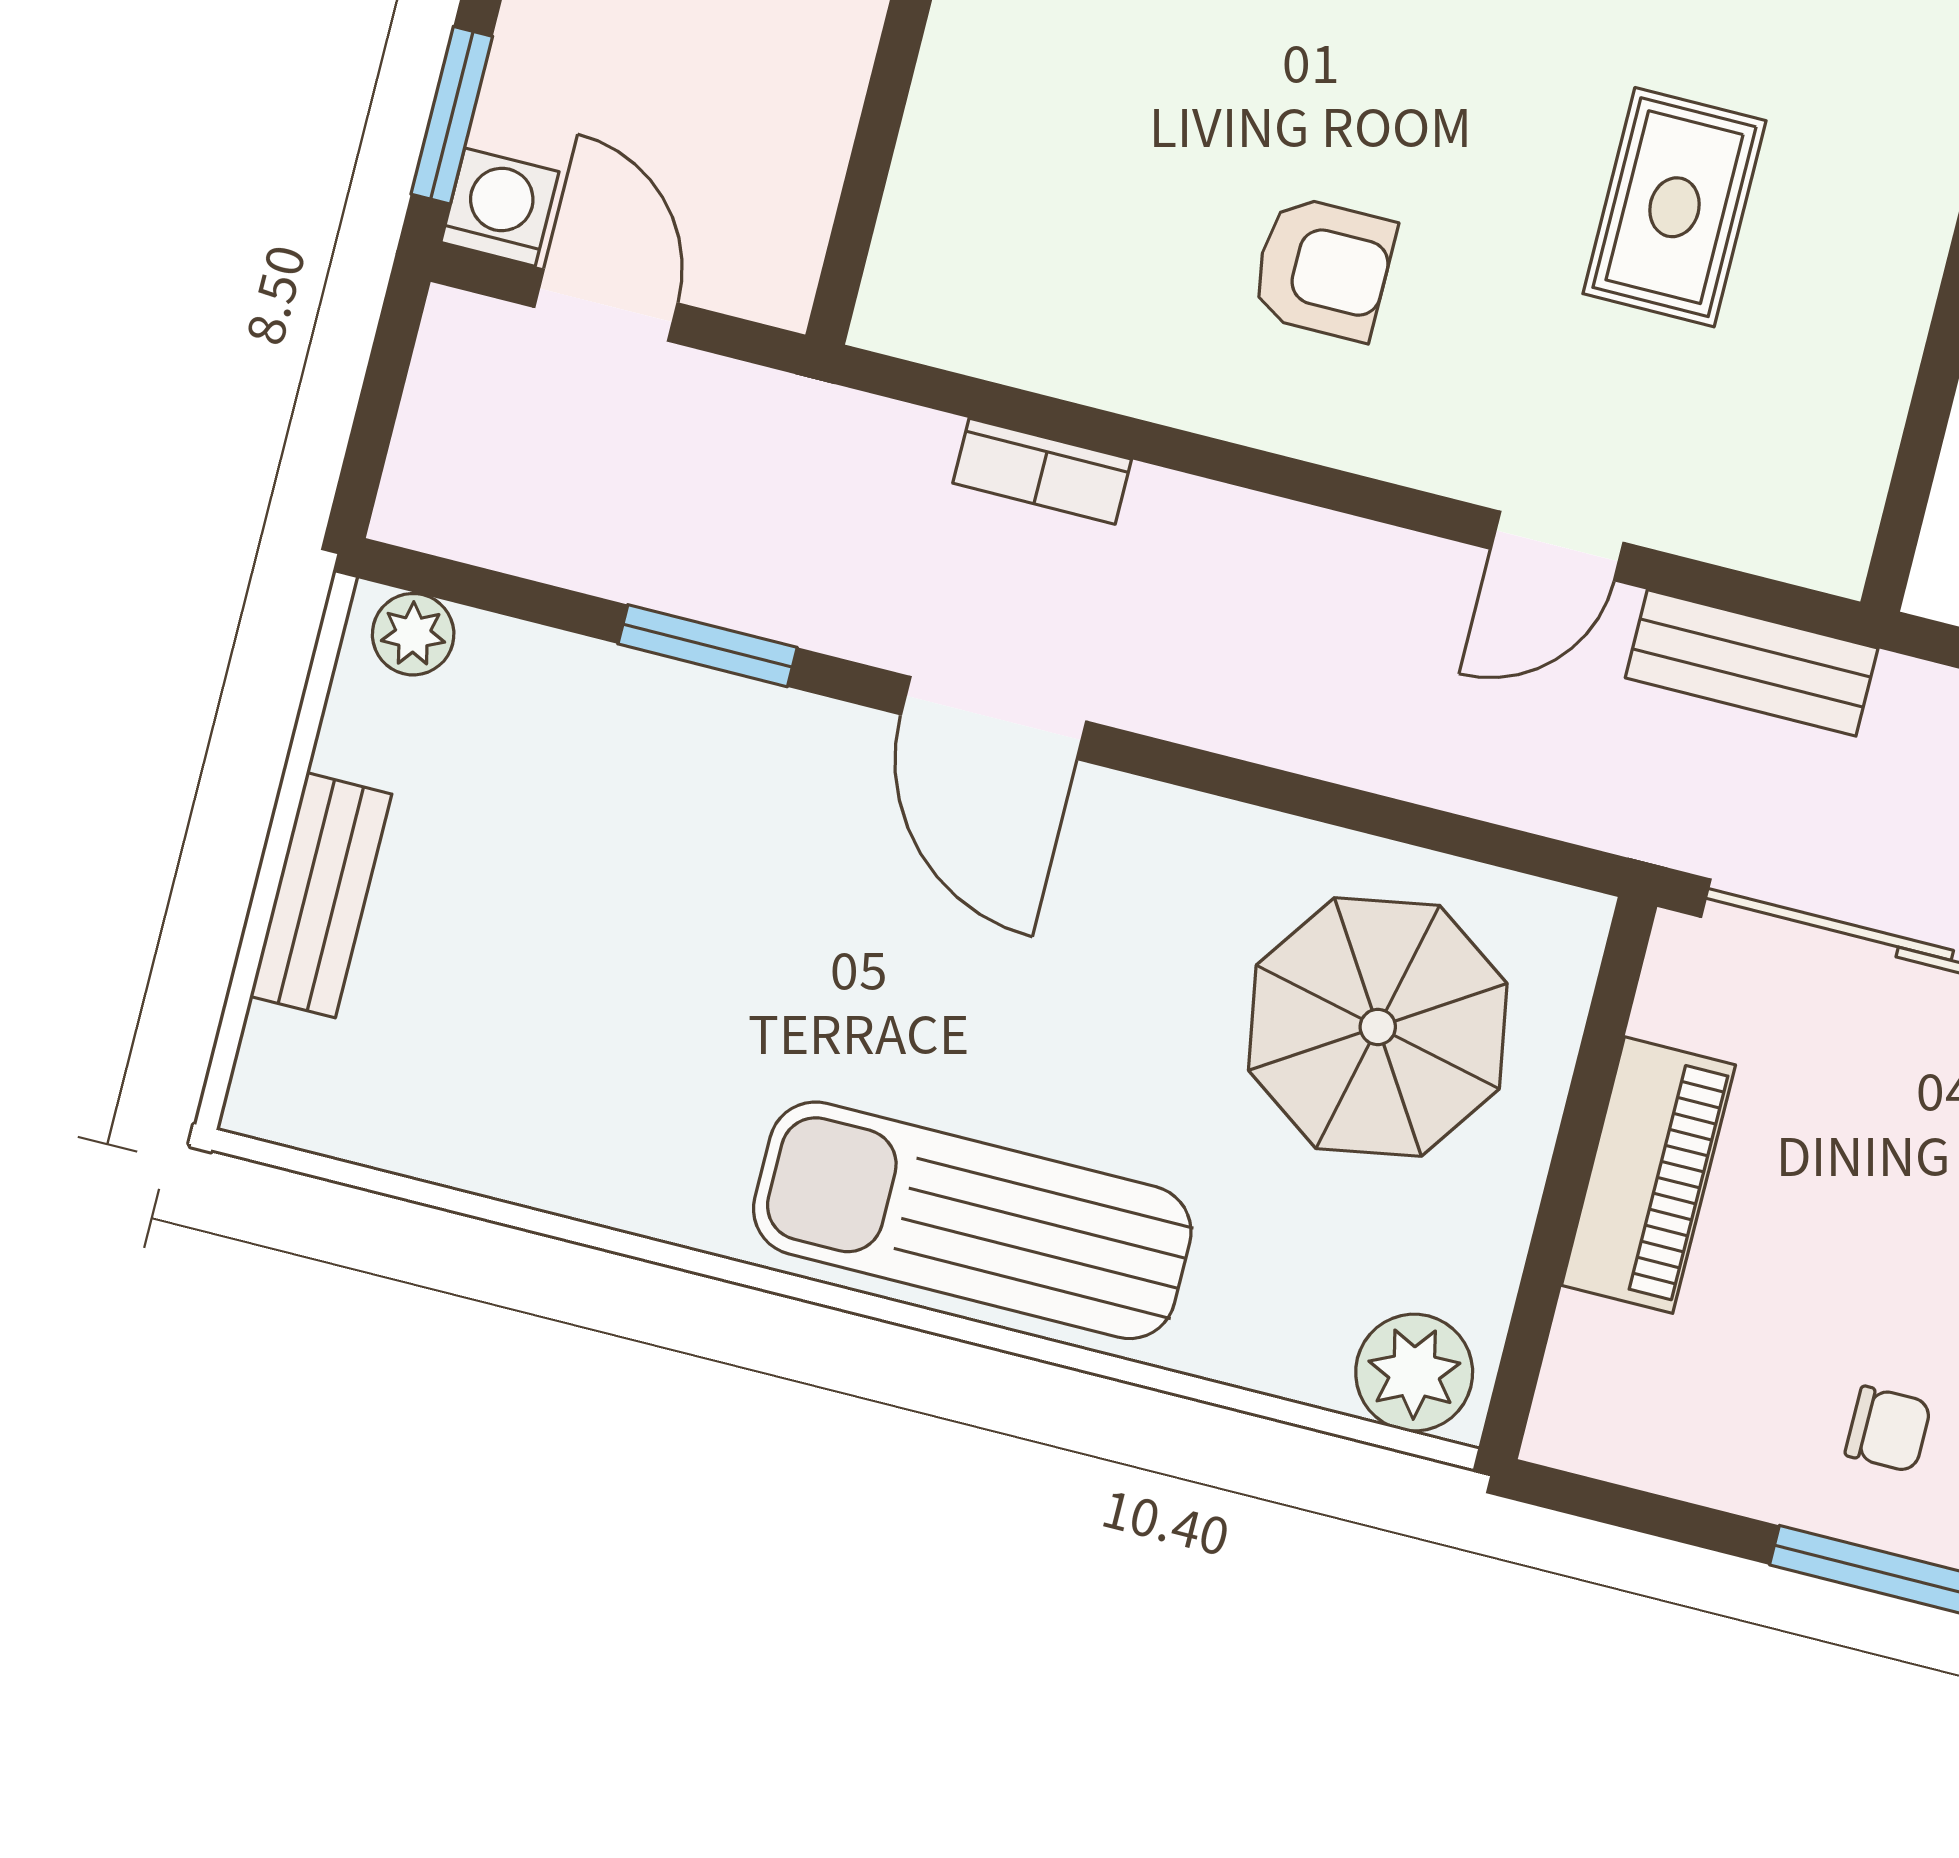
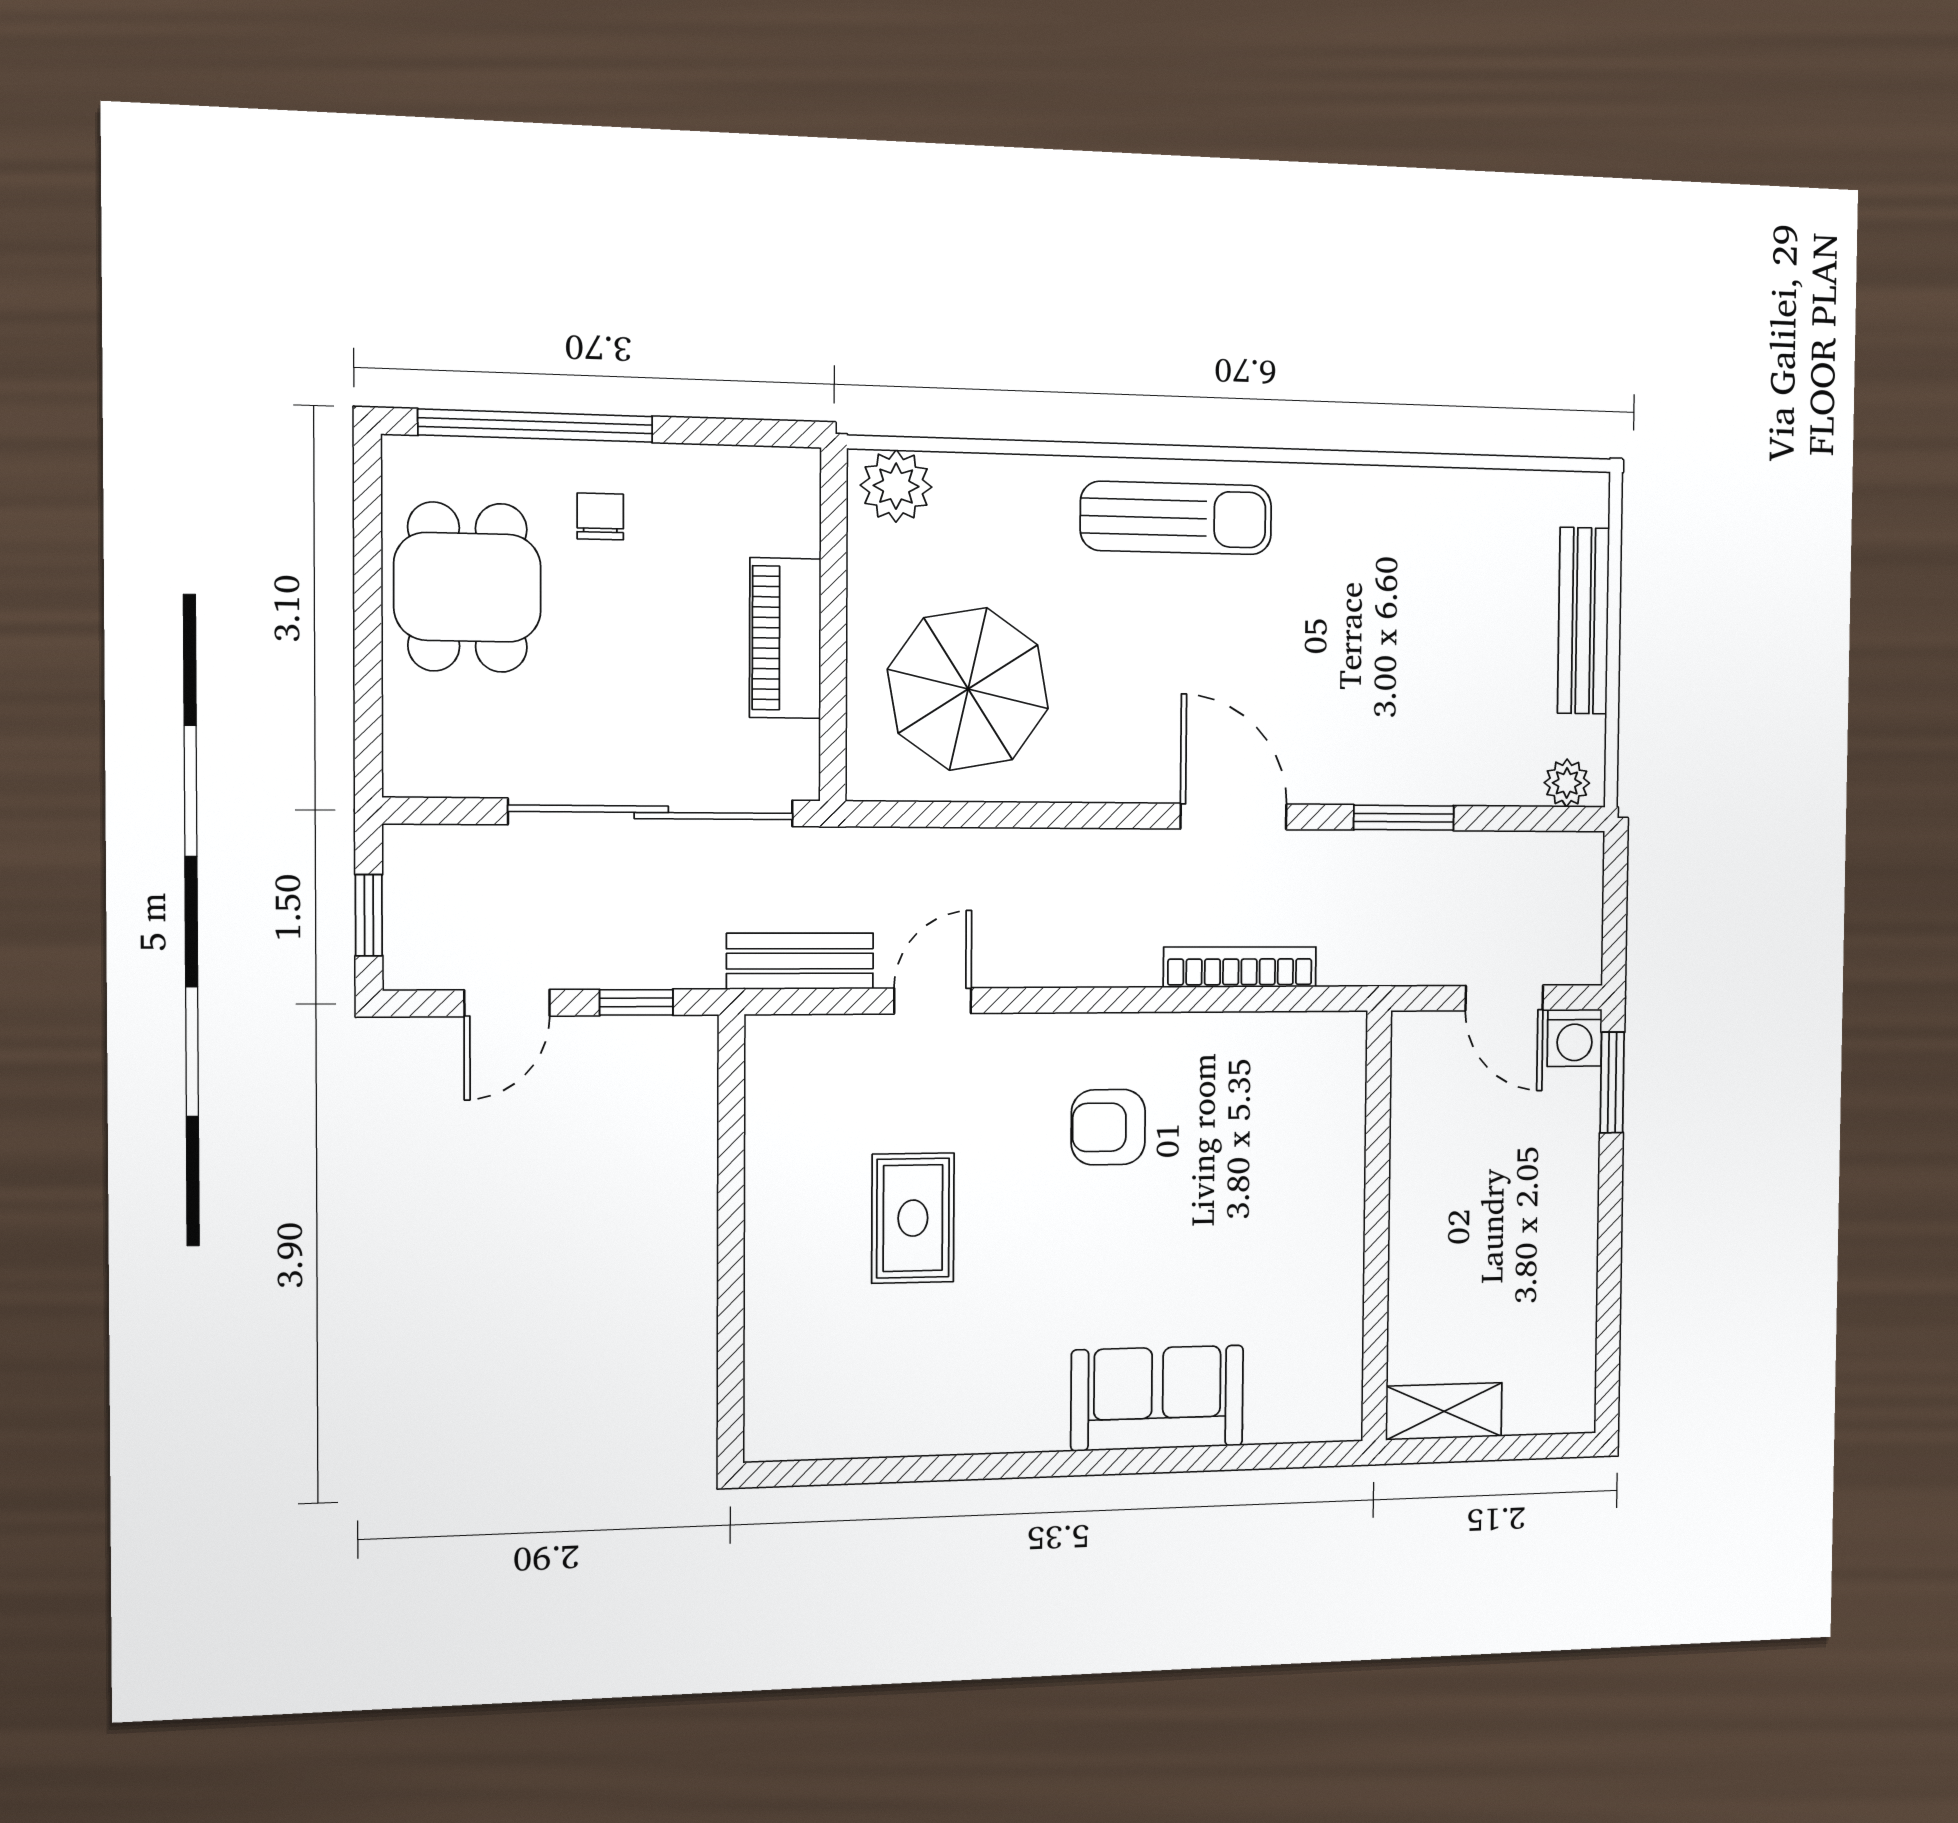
bookcase: (1042, 471) -> (1240, 967), width x1.56
bench: (321, 895) -> (1583, 621), width x1.36
sun lounger: (972, 1220) -> (1176, 518), width x0.73, depth x0.75
chair: (1888, 1429) -> (600, 516), turned 90

